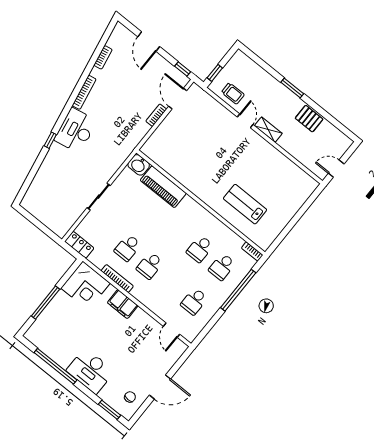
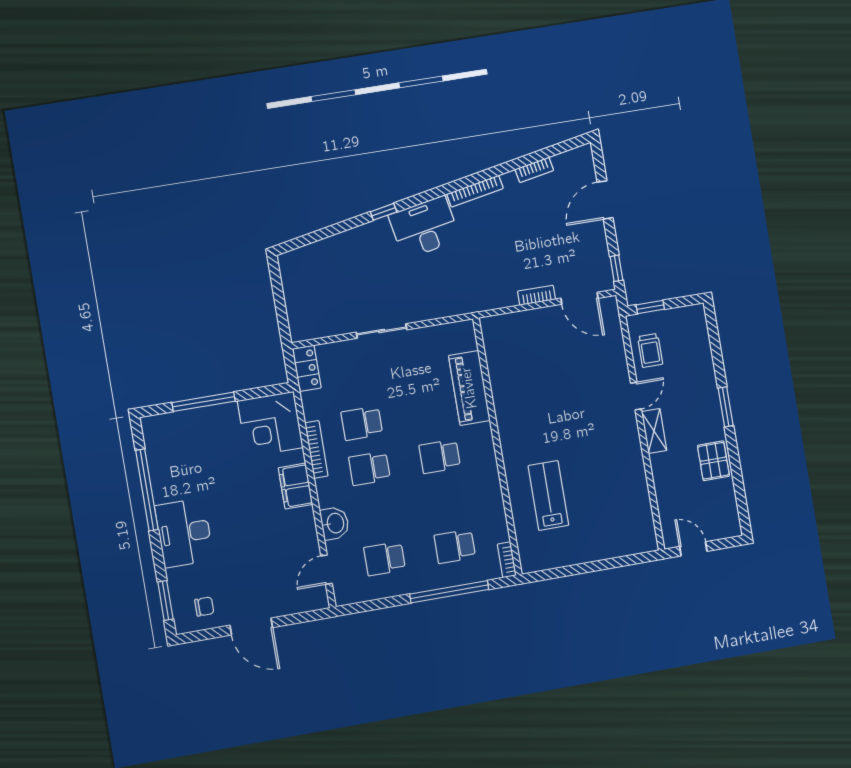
door: (178, 99) -> (580, 298), swing flipped
washbasin: (139, 165) -> (335, 523), moved, turned 180
school desk: (200, 249) -> (440, 456), moved

